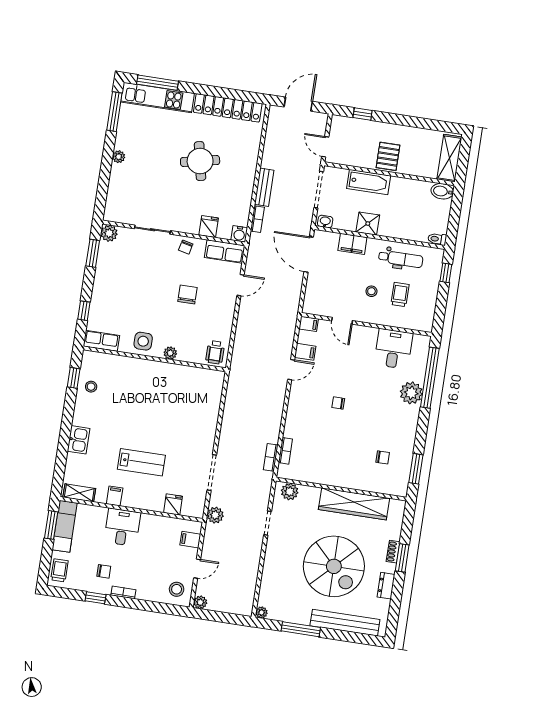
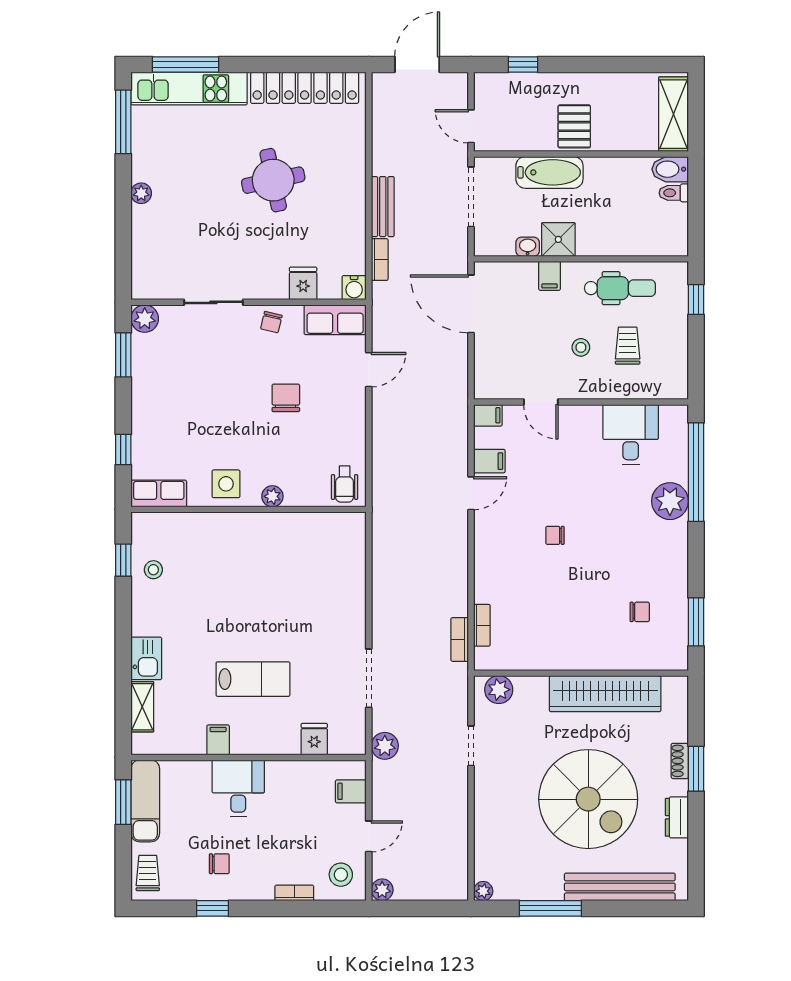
washbasin: (325, 222) -> (528, 247), moved
toilet: (437, 239) -> (674, 193), moved
filing cabinet: (352, 244) -> (550, 276), width x0.50
shelving: (79, 493) -> (142, 707), moved, turned 90
bookcase: (123, 592) -> (294, 893), moved

